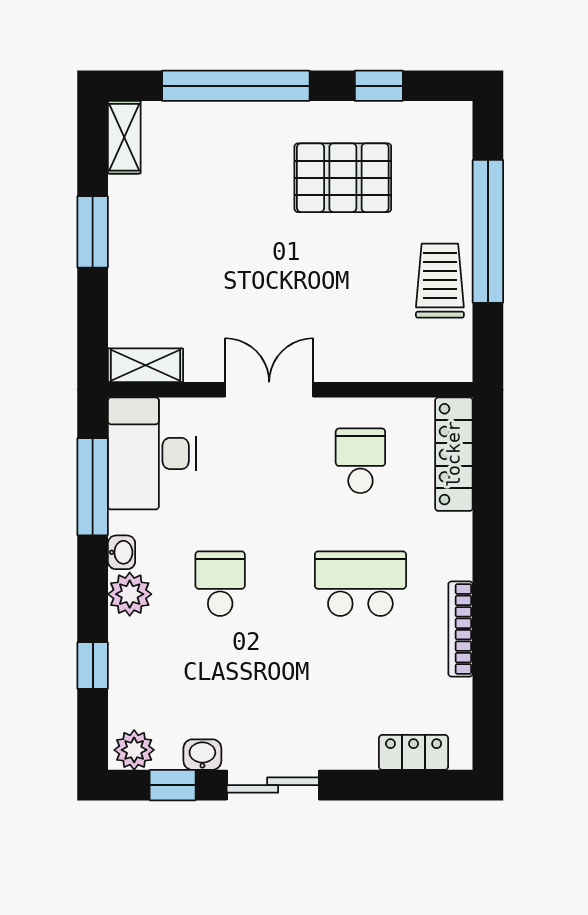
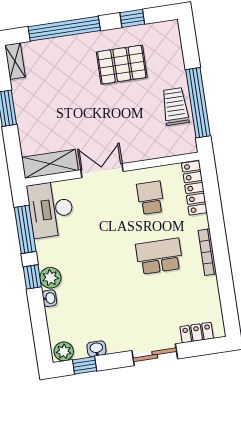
window: (488, 231) -> (198, 103), moved
shelving: (145, 365) -> (50, 164), width x1.50, depth x1.33
washbasin: (122, 552) -> (50, 298), moved
school desk: (220, 584) -> (93, 266), removed
bookcase: (461, 629) -> (207, 252), moved
window: (93, 666) -> (32, 277), moved
sliding door: (273, 785) -> (155, 355), moved

